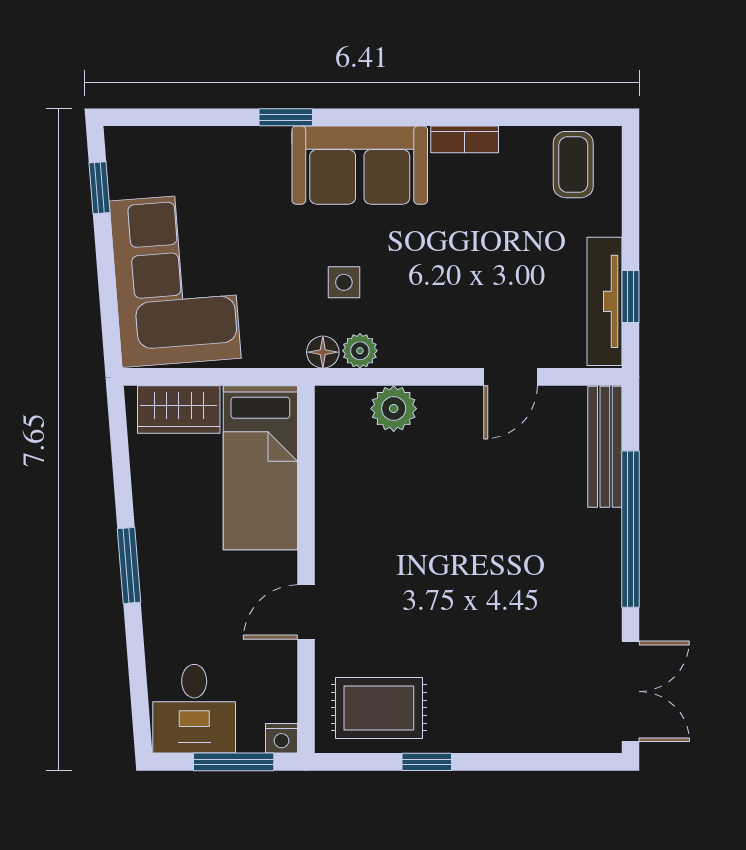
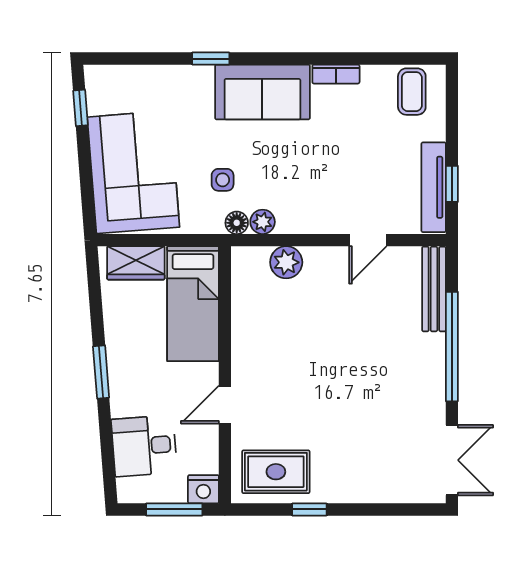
side table: (344, 282) -> (223, 180), moved
desk: (194, 709) -> (144, 446), moved, turned 86
nightstand: (281, 738) -> (203, 489), width x1.39, depth x1.35

